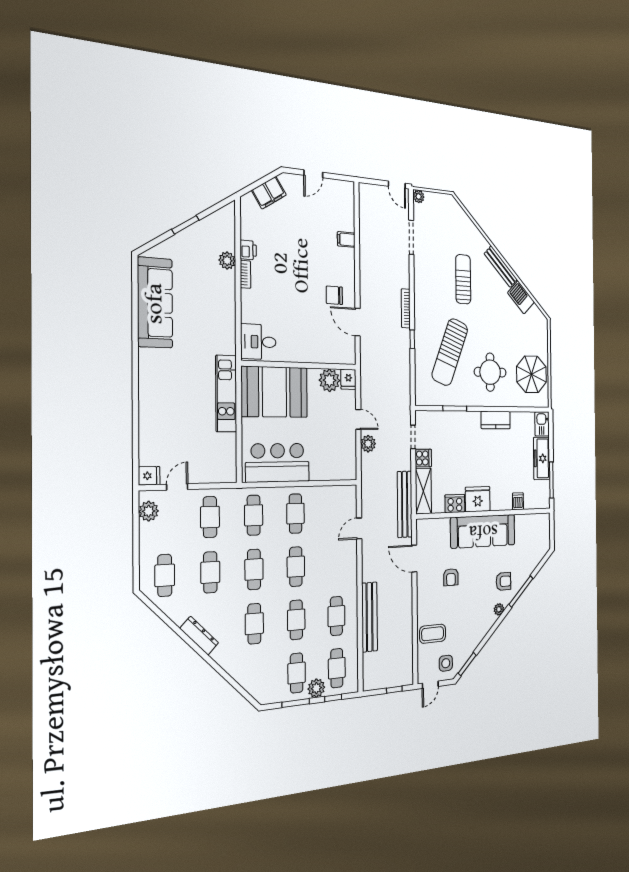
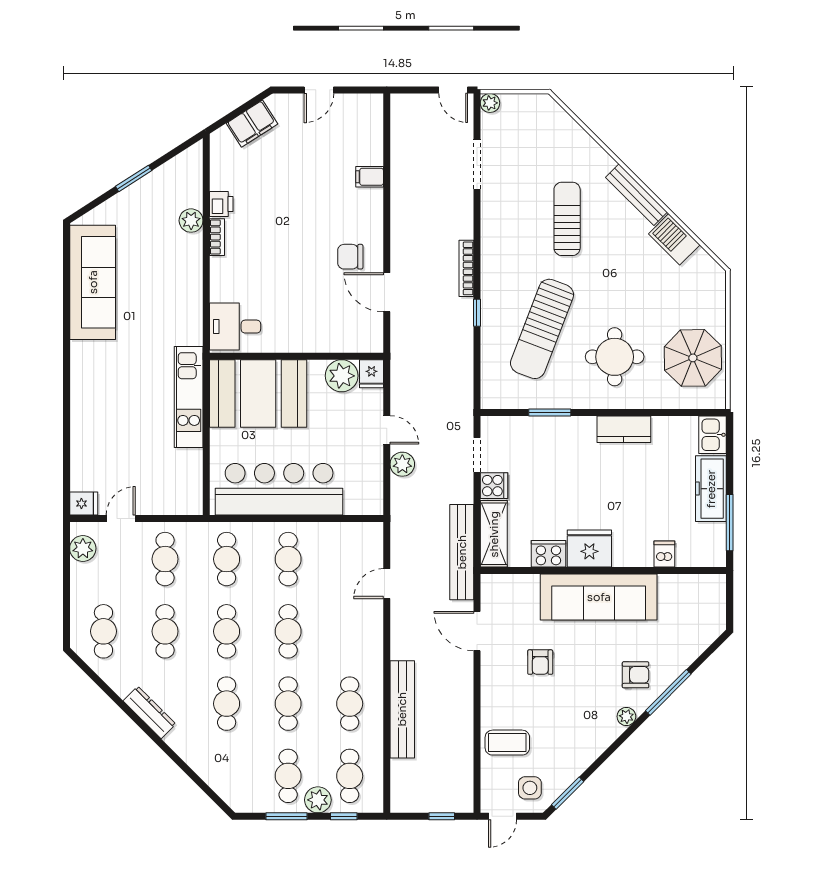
bar counter: (278, 463) -> (279, 489), width x1.36

